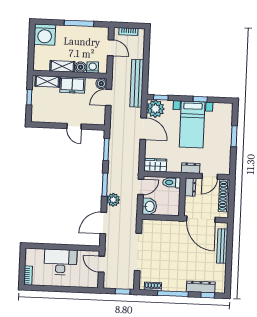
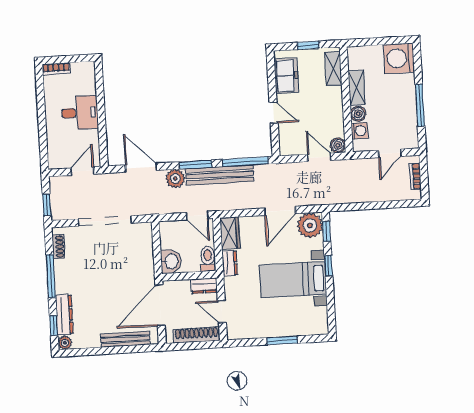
bench: (137, 83) -> (220, 175), moved
freezer: (72, 85) -> (286, 76), moved, turned 180
window: (200, 99) -> (328, 266), moved
door: (74, 126) -> (274, 113), swing flipped
window: (106, 149) -> (245, 162), width x1.44
dresser: (191, 168) -> (230, 263), moved
washbasin: (149, 206) -> (171, 261), moved, turned -90
desk: (60, 262) -> (80, 113), width x0.73
plant: (221, 288) -> (65, 343), added

